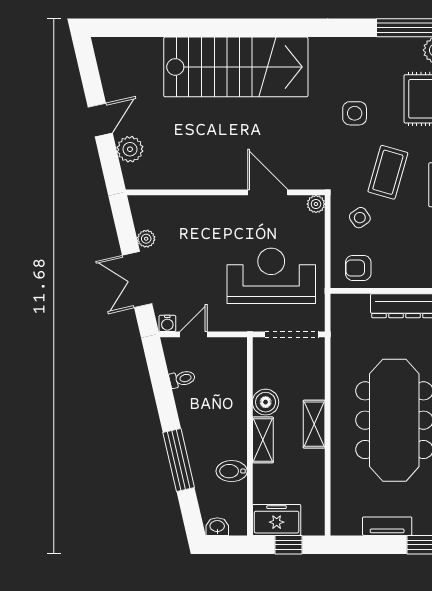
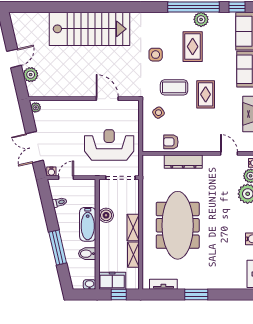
coffee table: (388, 172) -> (174, 87), turned 74
plant: (316, 204) -> (134, 105), removed
plant: (146, 239) -> (36, 107), moved
armchair: (358, 268) -> (171, 142), moved
bathtub: (233, 418) -> (88, 224), added
shelving: (263, 440) -> (133, 255), moved
tv unit: (387, 526) -> (163, 284), moved
washbasin: (217, 527) -> (90, 285), moved

